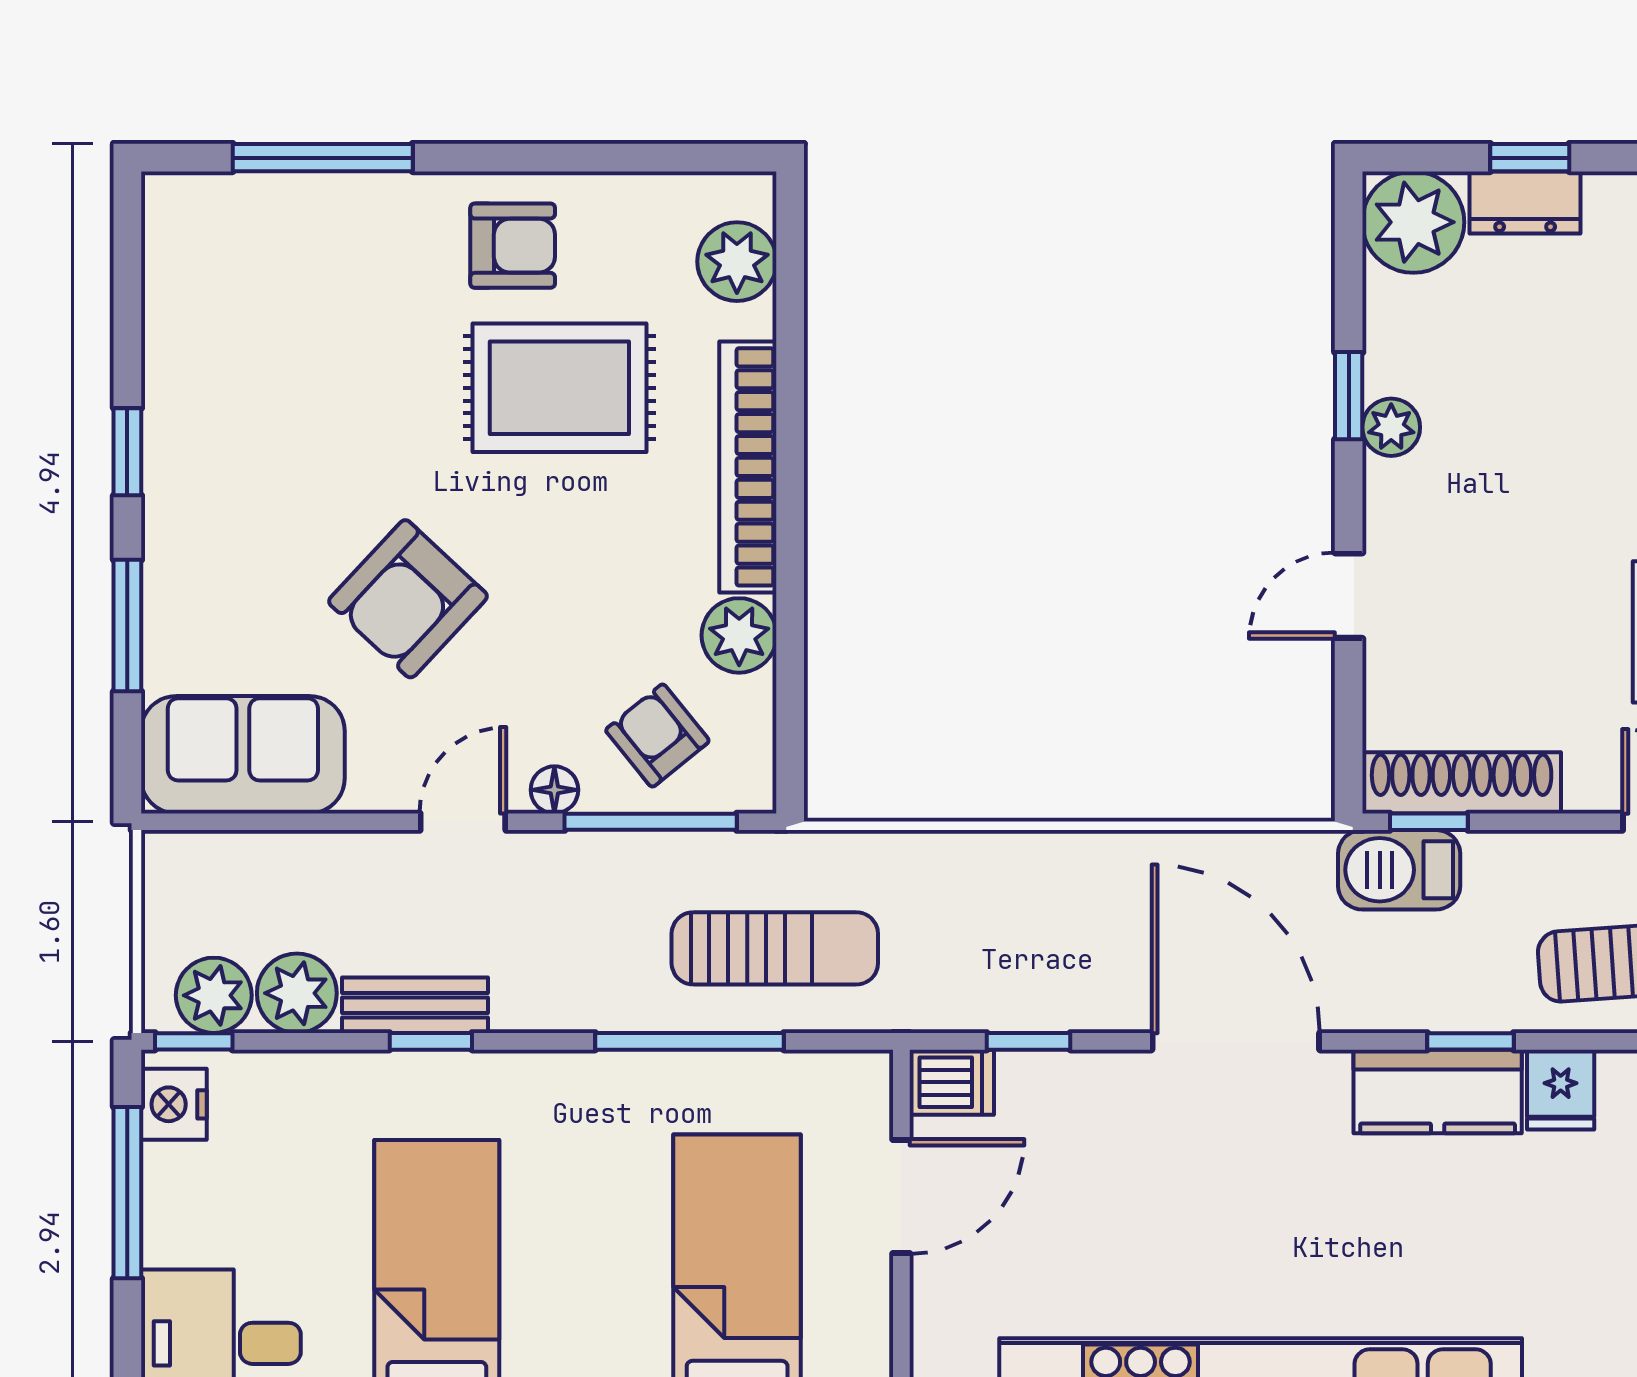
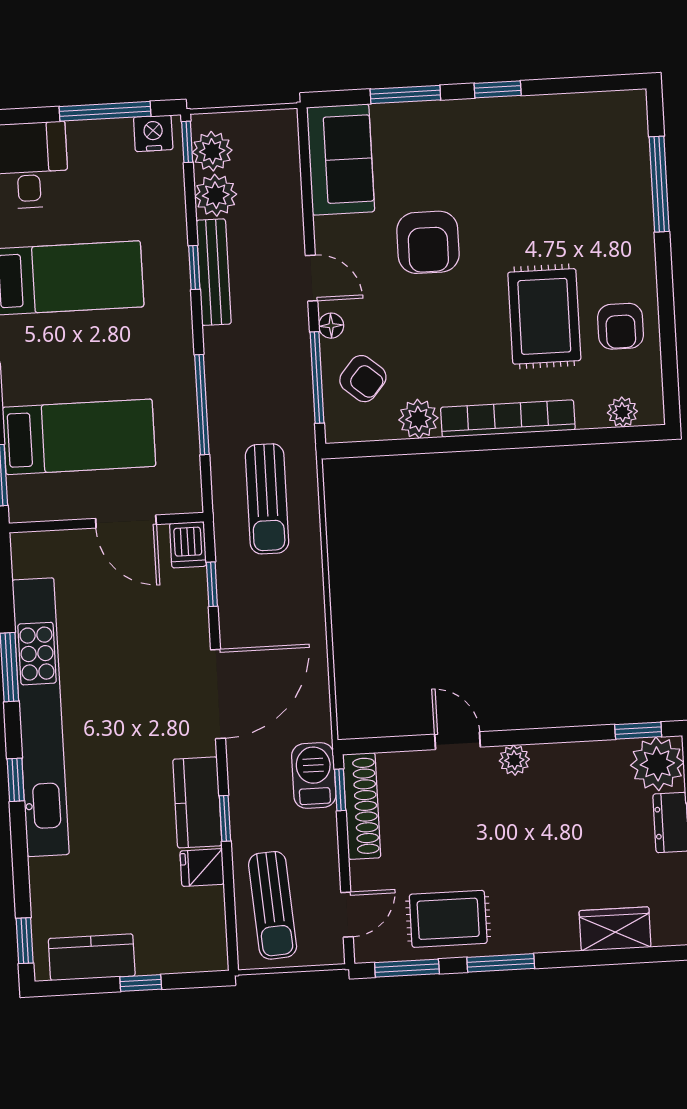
armchair: (513, 246) -> (620, 326), moved
plant: (737, 262) -> (622, 412), width x0.73, depth x0.73
window: (1349, 396) -> (638, 731), moved
plant: (1391, 427) -> (514, 760), moved
armchair: (408, 599) -> (428, 242), turned -133
armchair: (657, 736) -> (363, 379), turned 79
sun lounger: (775, 948) -> (267, 499), moved
bench: (415, 1005) -> (214, 272), width x1.36

